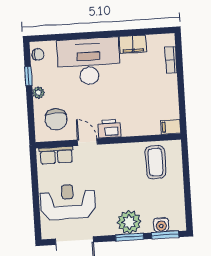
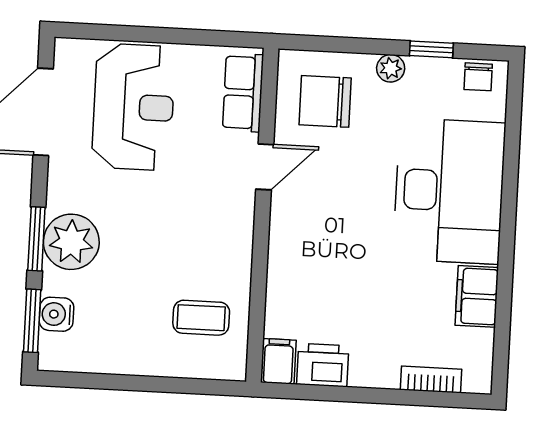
printer: (109, 129) -> (323, 365), moved, turned -90
coffee table: (156, 162) -> (201, 318), width x0.73, depth x0.77

